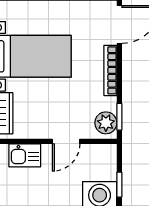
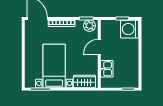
door: (66, 141) -> (99, 47), swing flipped

